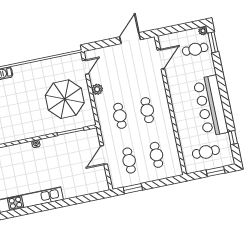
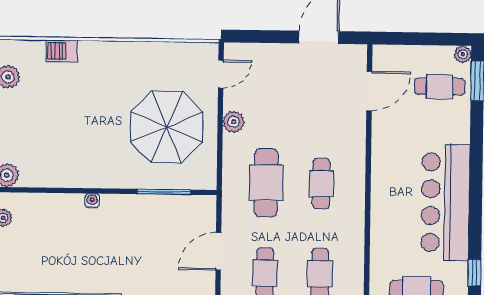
cafe table: (120, 116) -> (266, 183), width x1.37, depth x1.35

